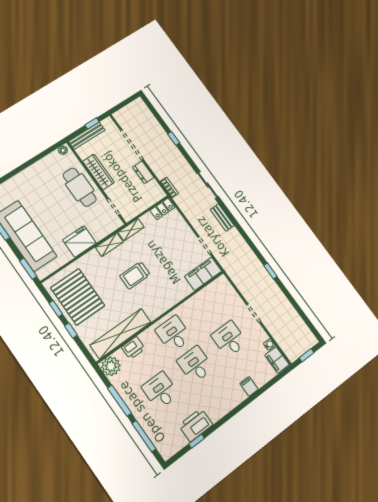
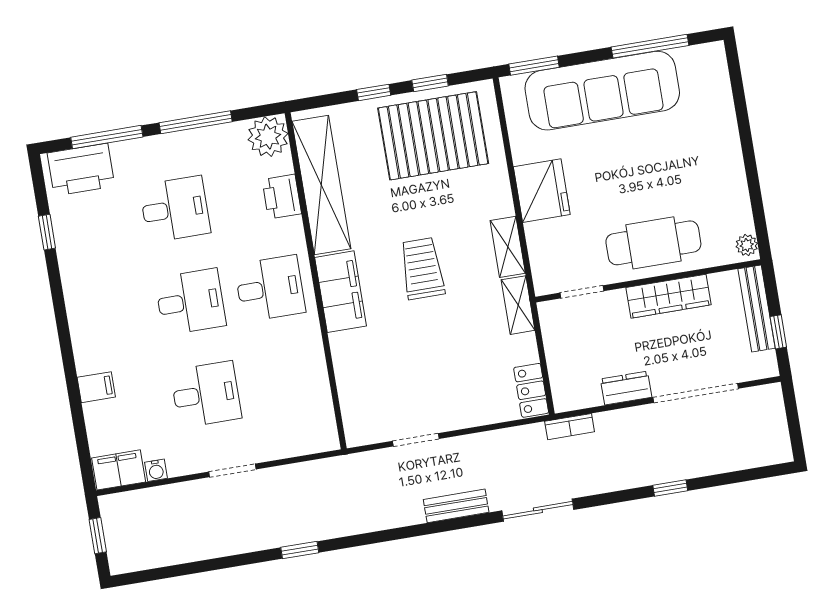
filing cabinet: (203, 274) -> (341, 292), moved
printer: (196, 425) -> (81, 170), moved, turned 90

